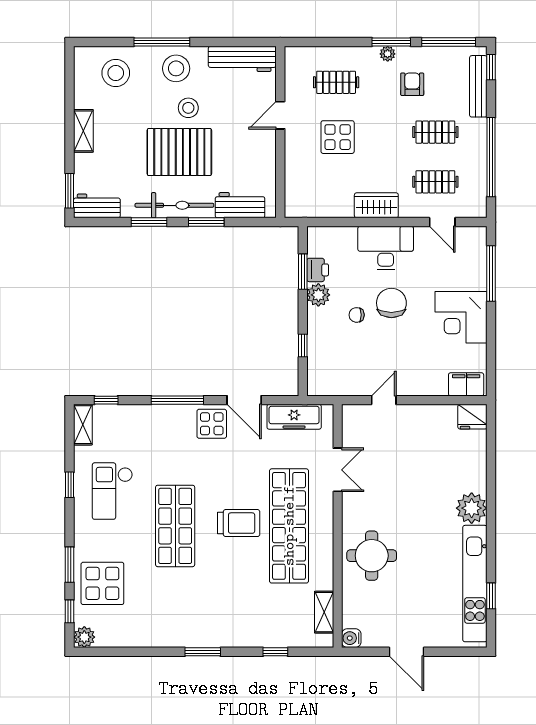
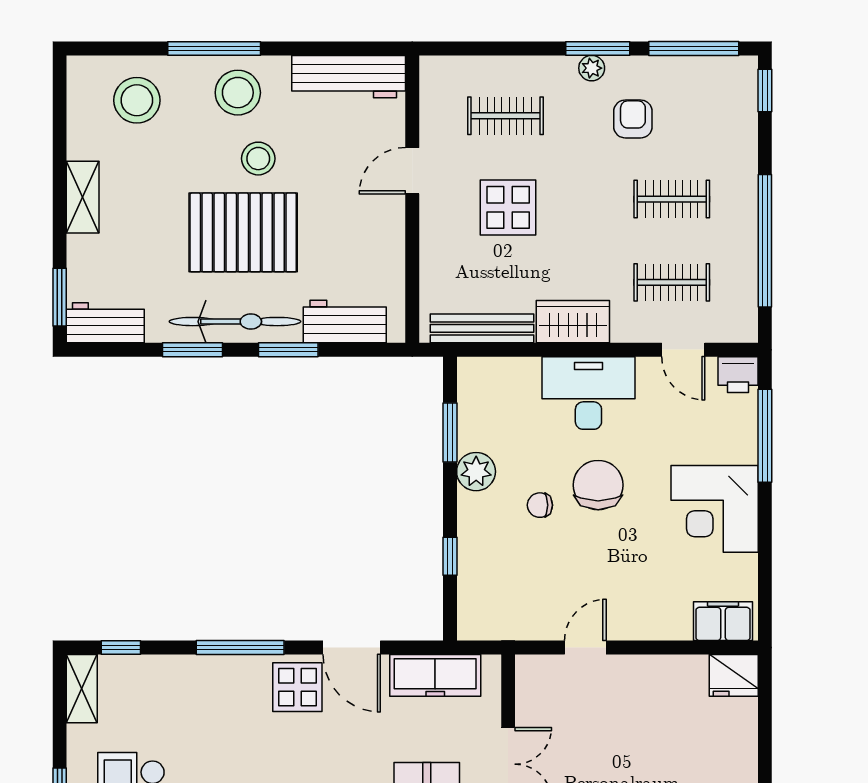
bench: (478, 86) -> (482, 328), moved, turned 90
printer: (318, 270) -> (738, 375), moved, turned 90

